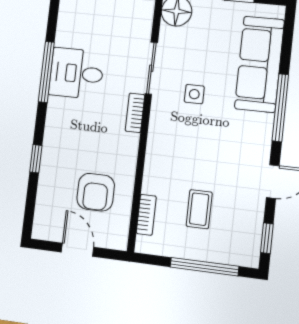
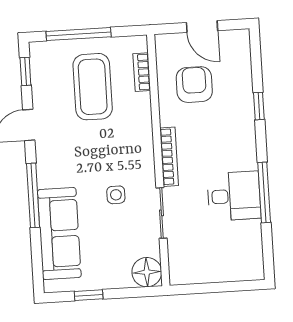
bookcase: (135, 113) -> (169, 157), width x1.56
coffee table: (199, 209) -> (93, 87), width x1.86, depth x1.72

